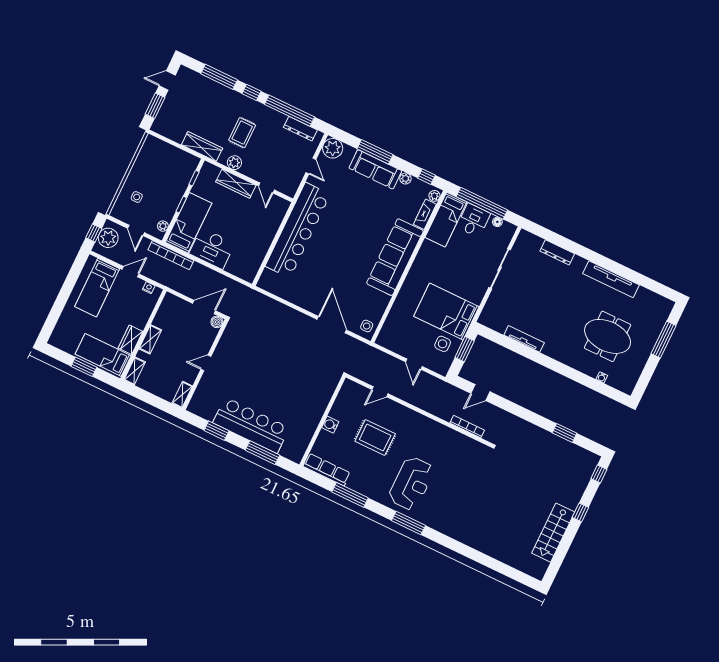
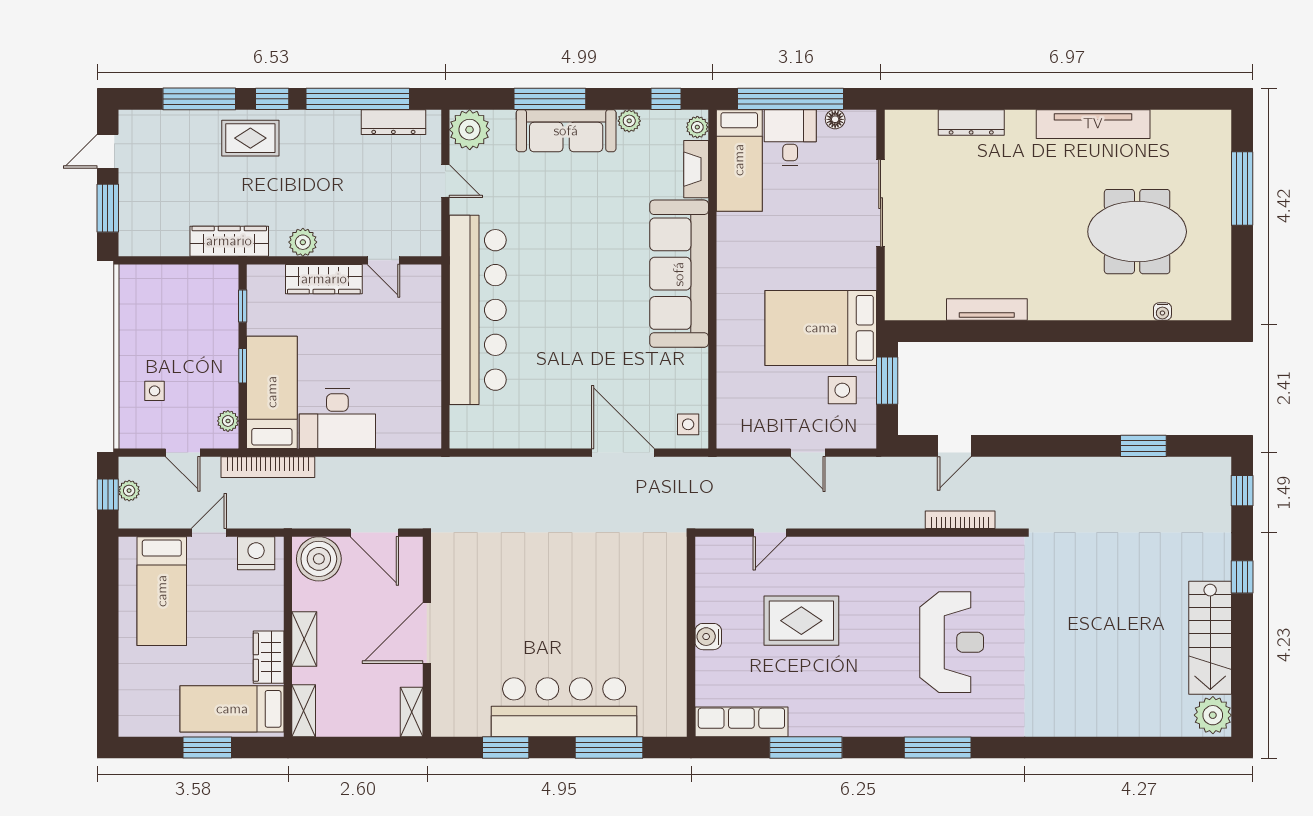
rug: (242, 133) -> (250, 138), moved, turned 90
plant: (108, 238) -> (129, 491), width x0.53, depth x0.53
nightstand: (149, 288) -> (256, 553), width x1.89, depth x1.79
door: (204, 307) -> (374, 533), swing flipped
boiler: (217, 322) -> (319, 559), moved, width x1.86, depth x1.86
door: (206, 363) -> (427, 633), width x1.88
reception desk: (411, 483) -> (952, 642), moved
plant: (538, 568) -> (1213, 715), added

